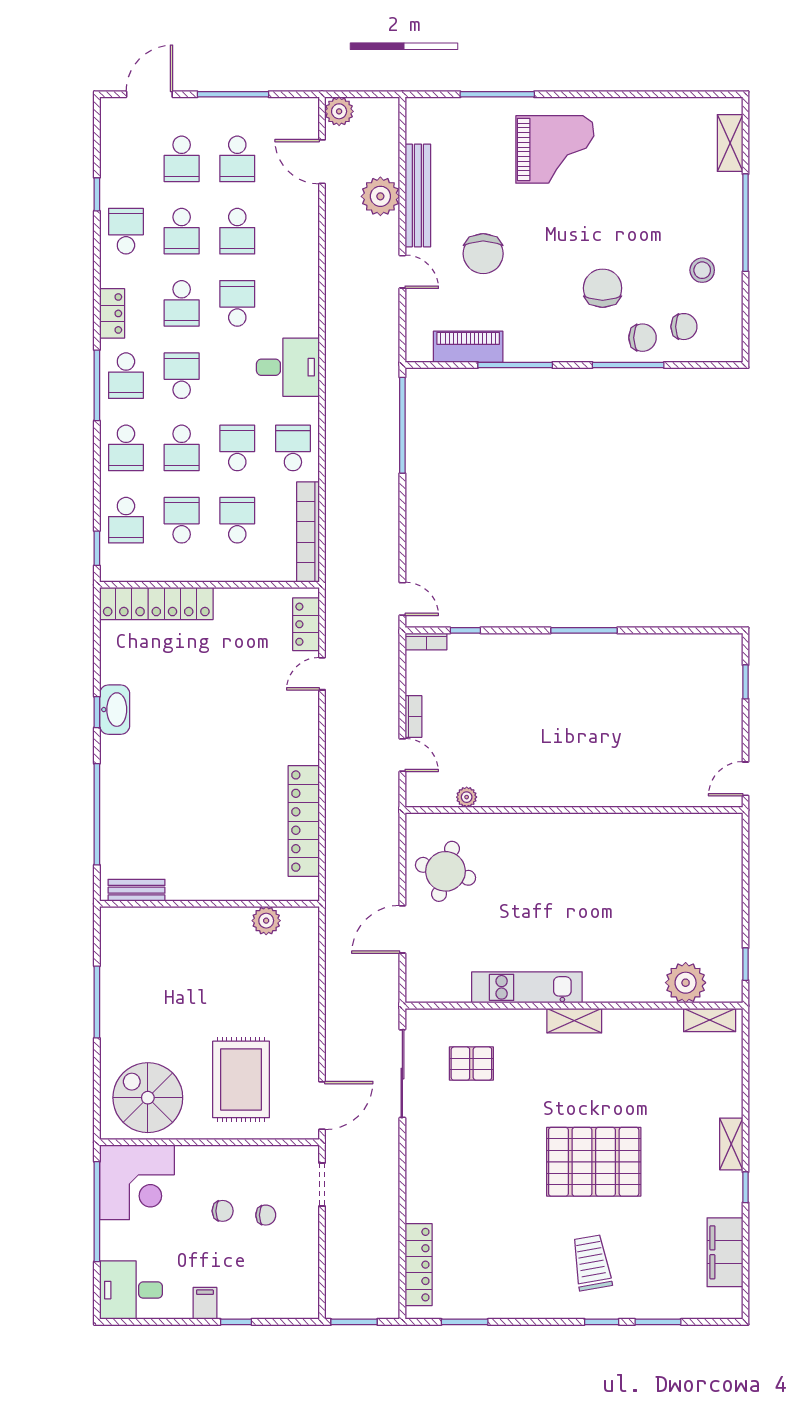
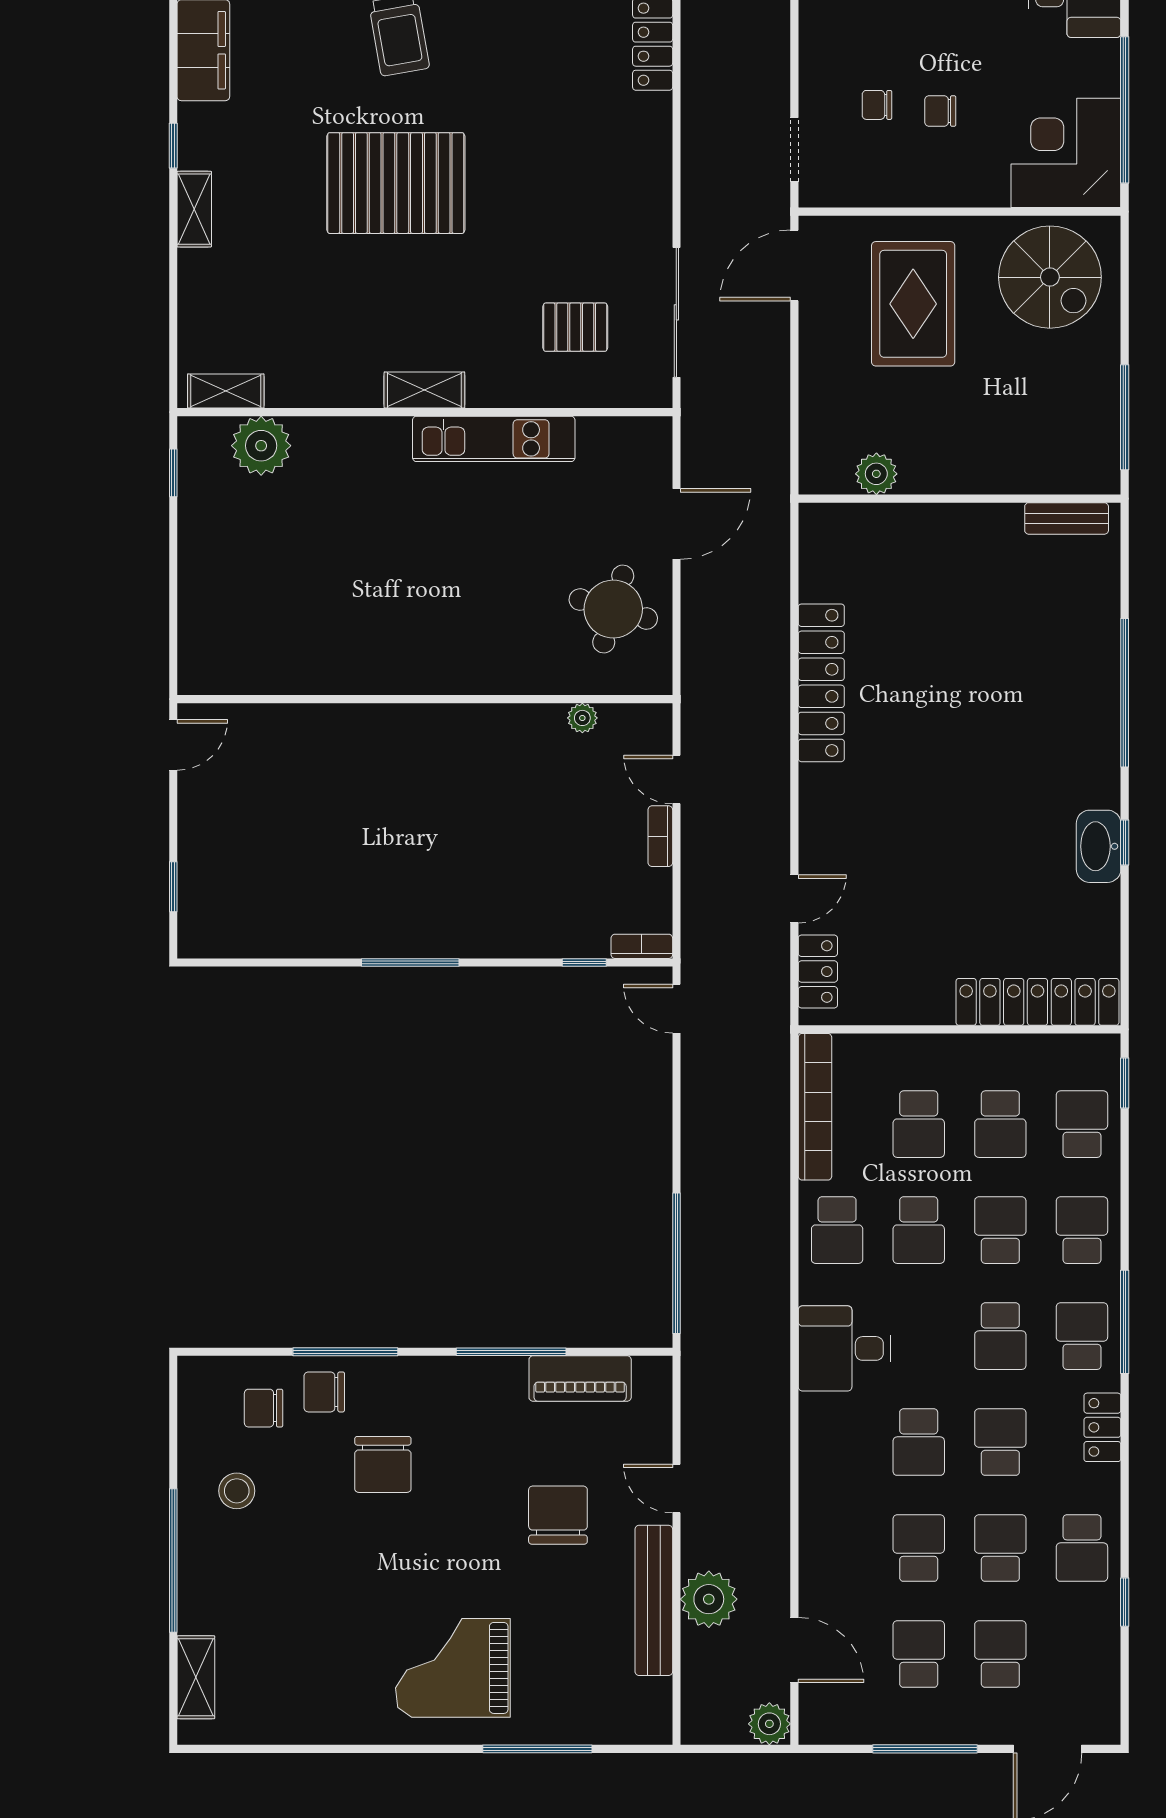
bench: (136, 890) -> (1067, 518), moved
wall: (209, 904) -> (960, 499), moved
plant: (266, 921) -> (876, 474), moved

